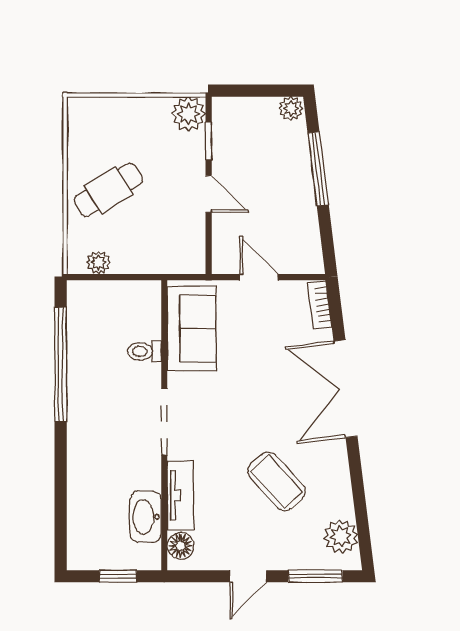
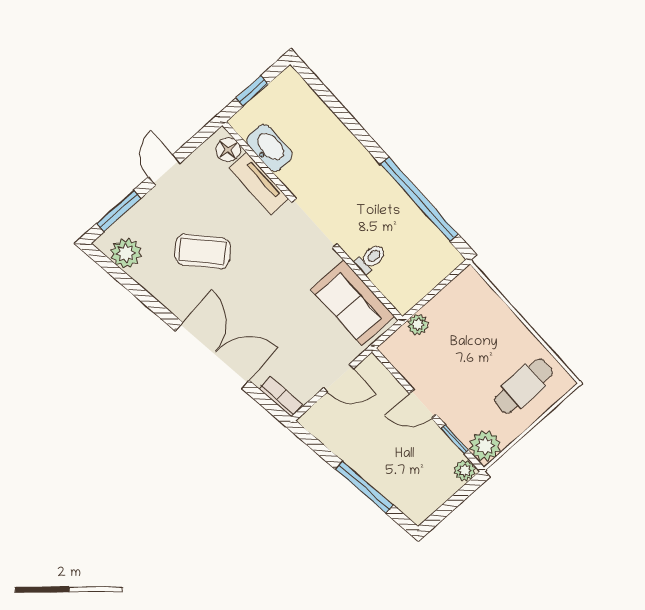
plant: (291, 109) -> (465, 470), moved
cafe table: (108, 190) -> (524, 386), moved, turned 32
plant: (99, 263) -> (418, 325), moved

